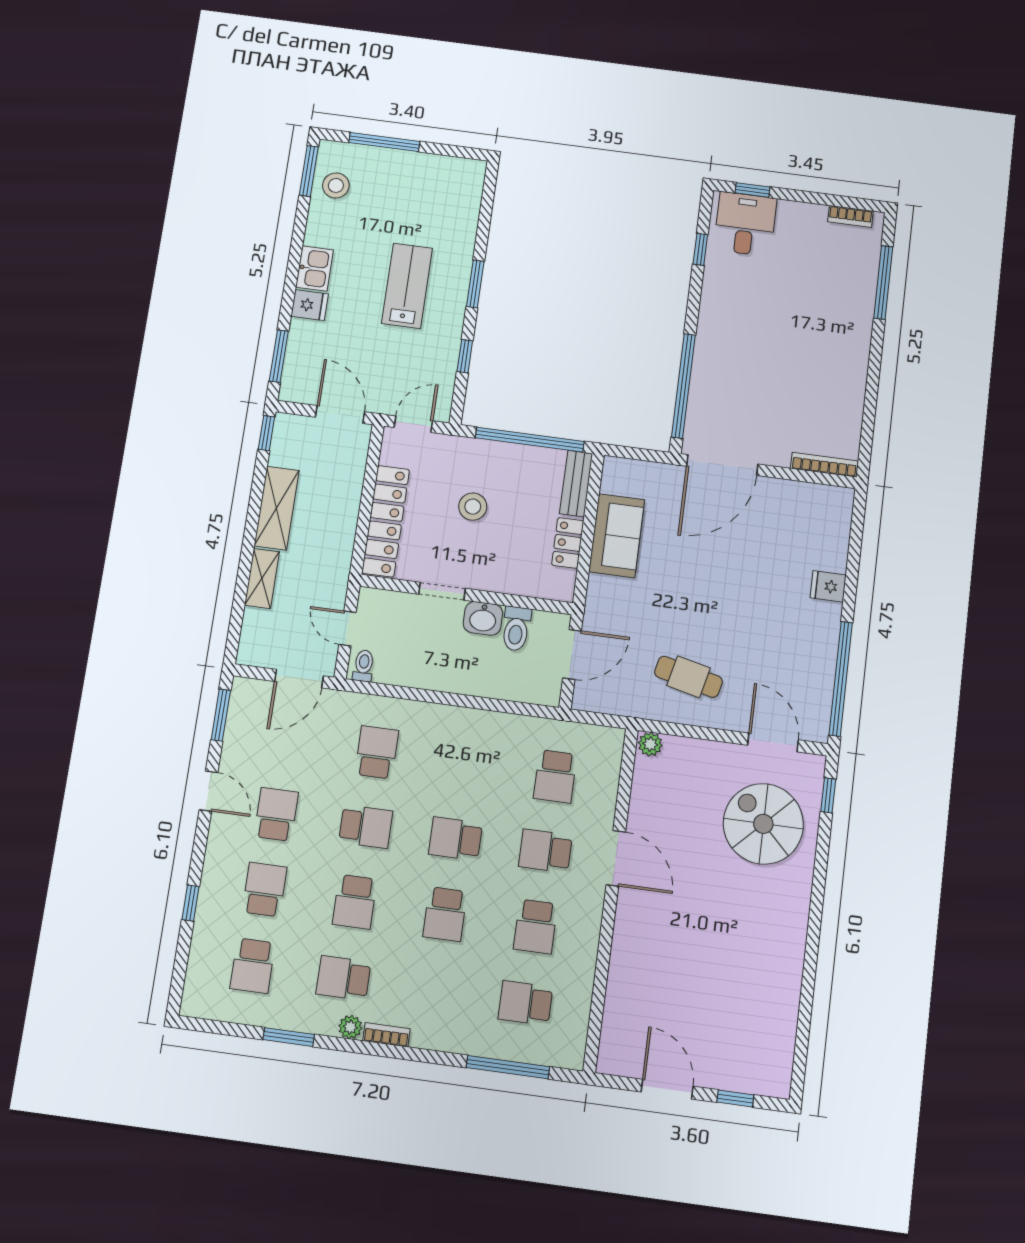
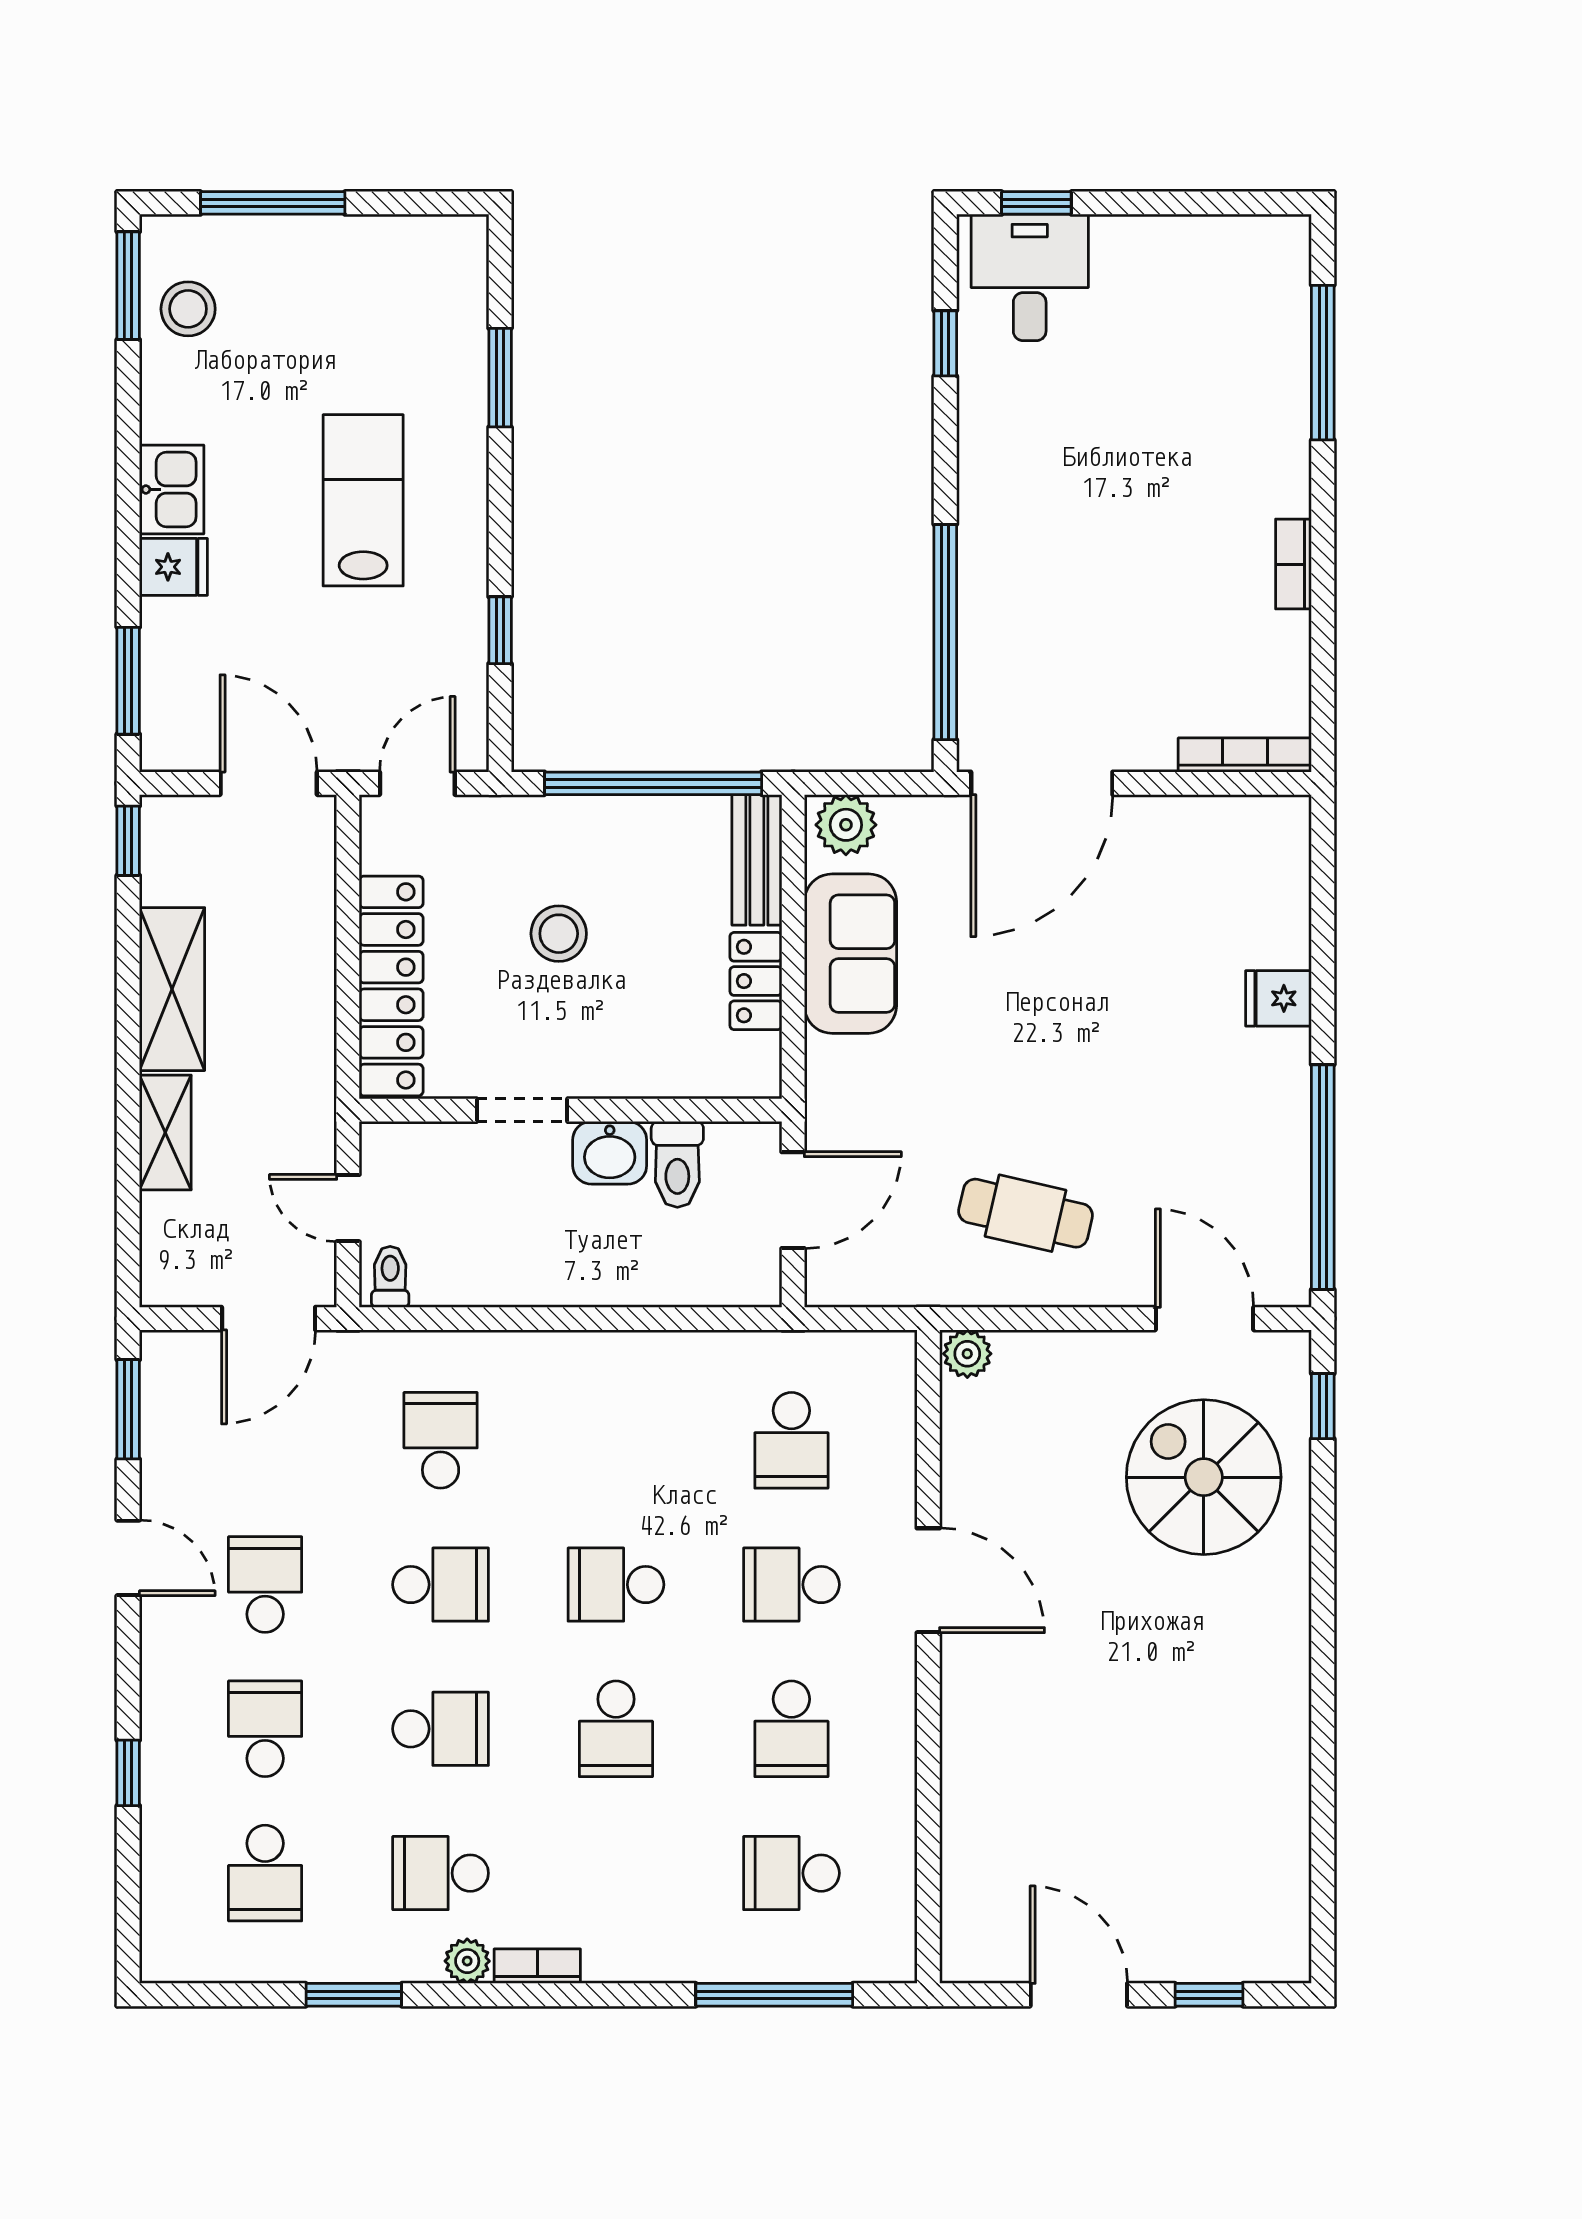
bookcase: (850, 216) -> (1294, 564), moved, turned 90
window: (475, 284) -> (500, 378), moved
plant: (623, 472) -> (846, 825), added
school desk: (355, 902) -> (441, 1729), turned -90

